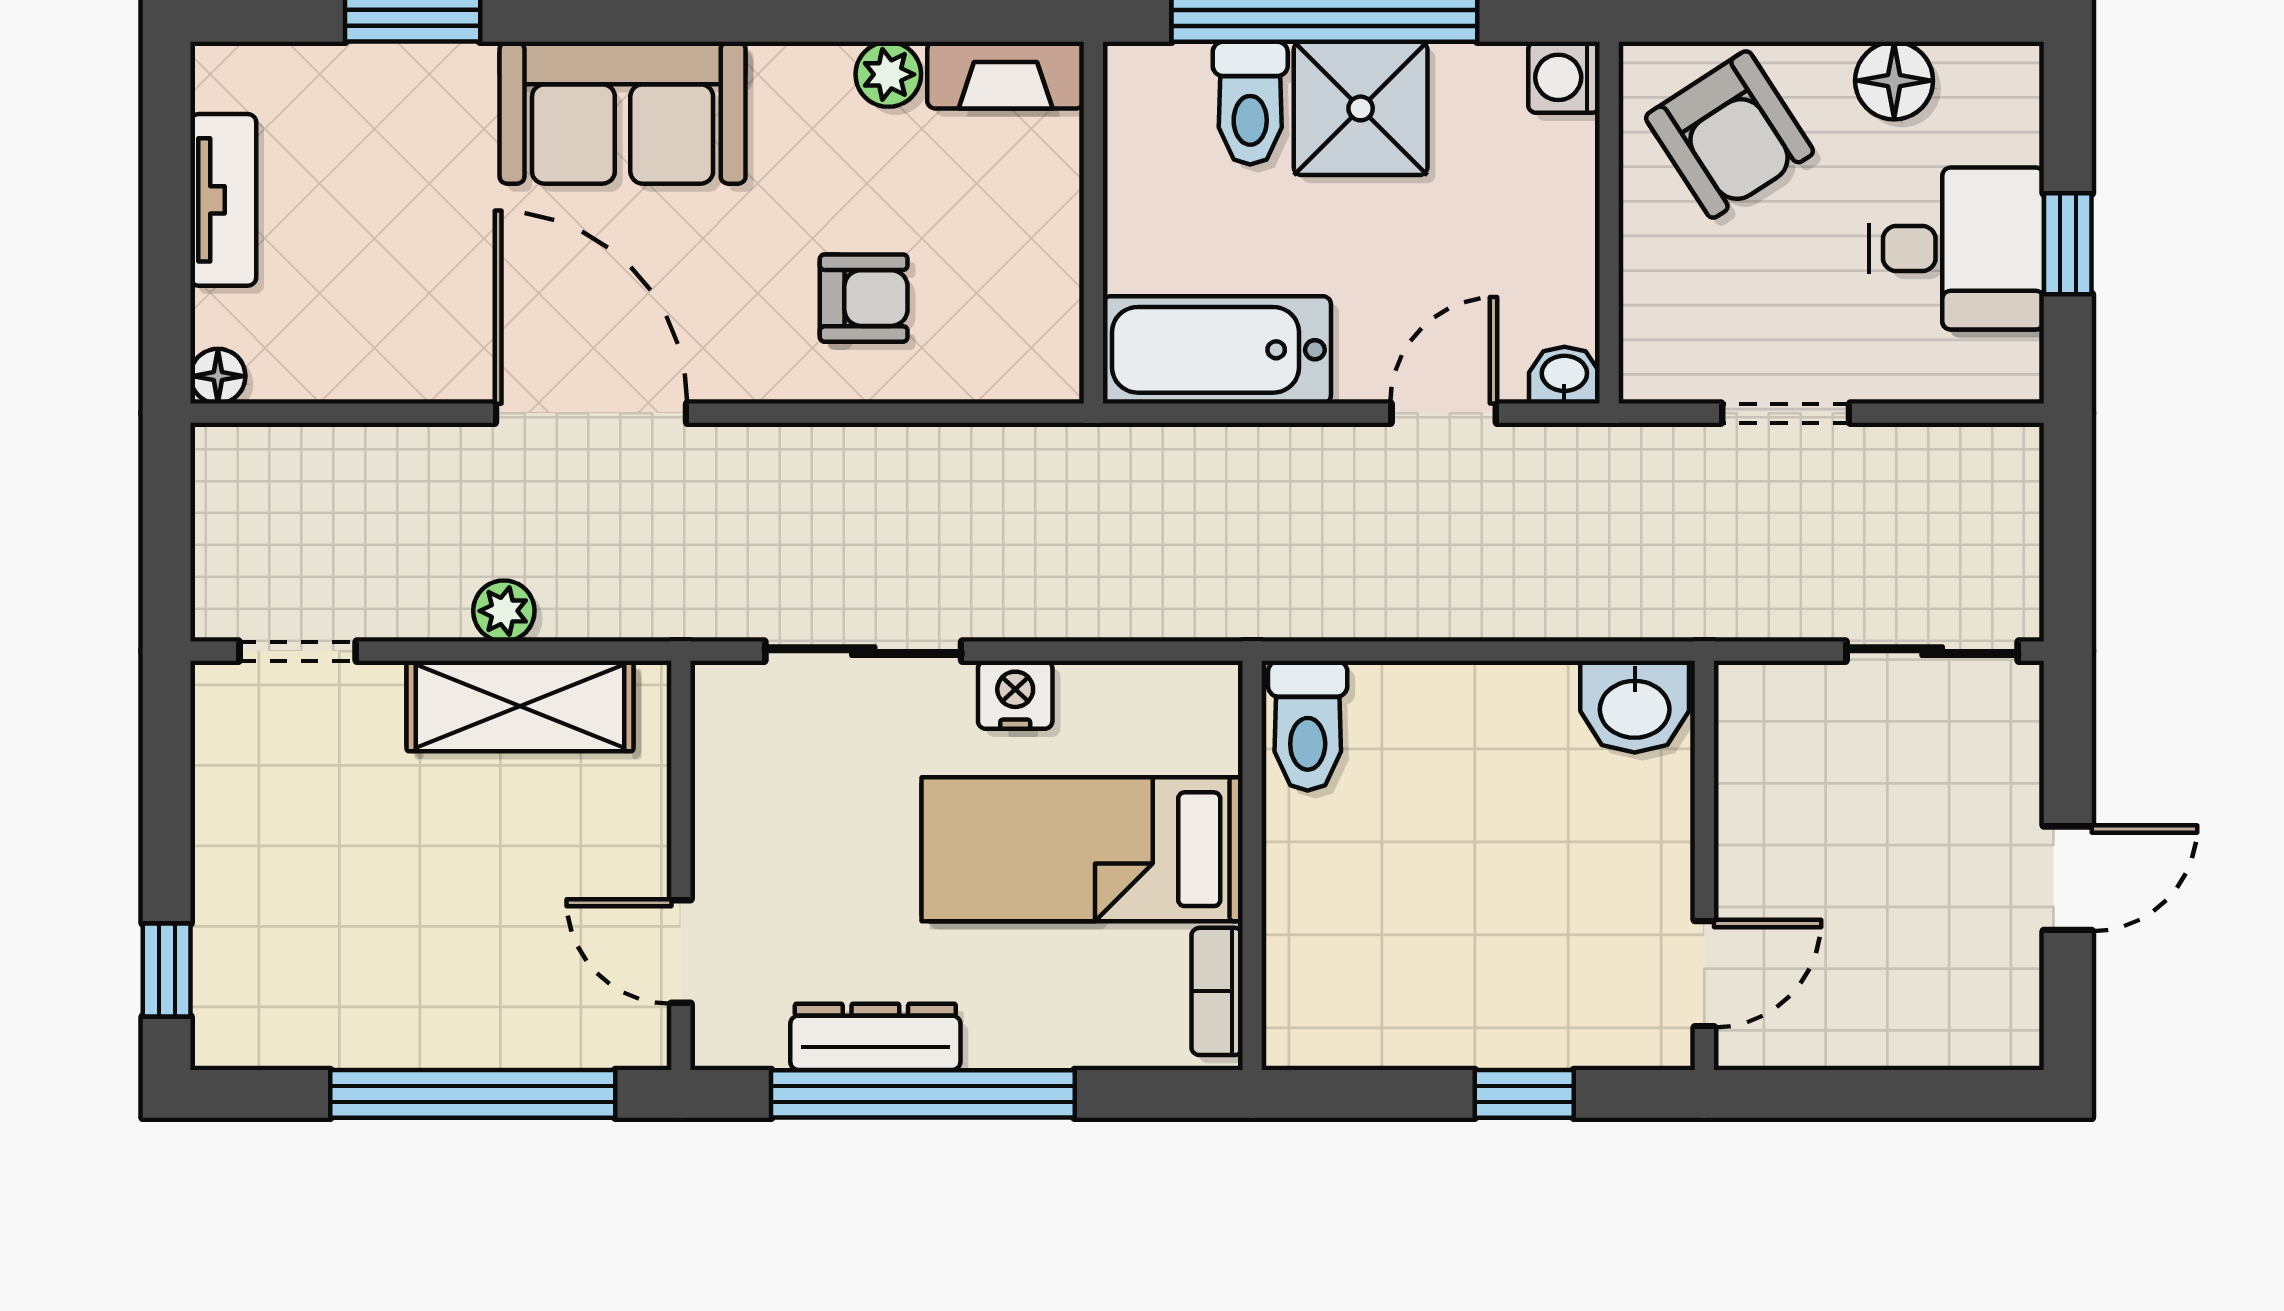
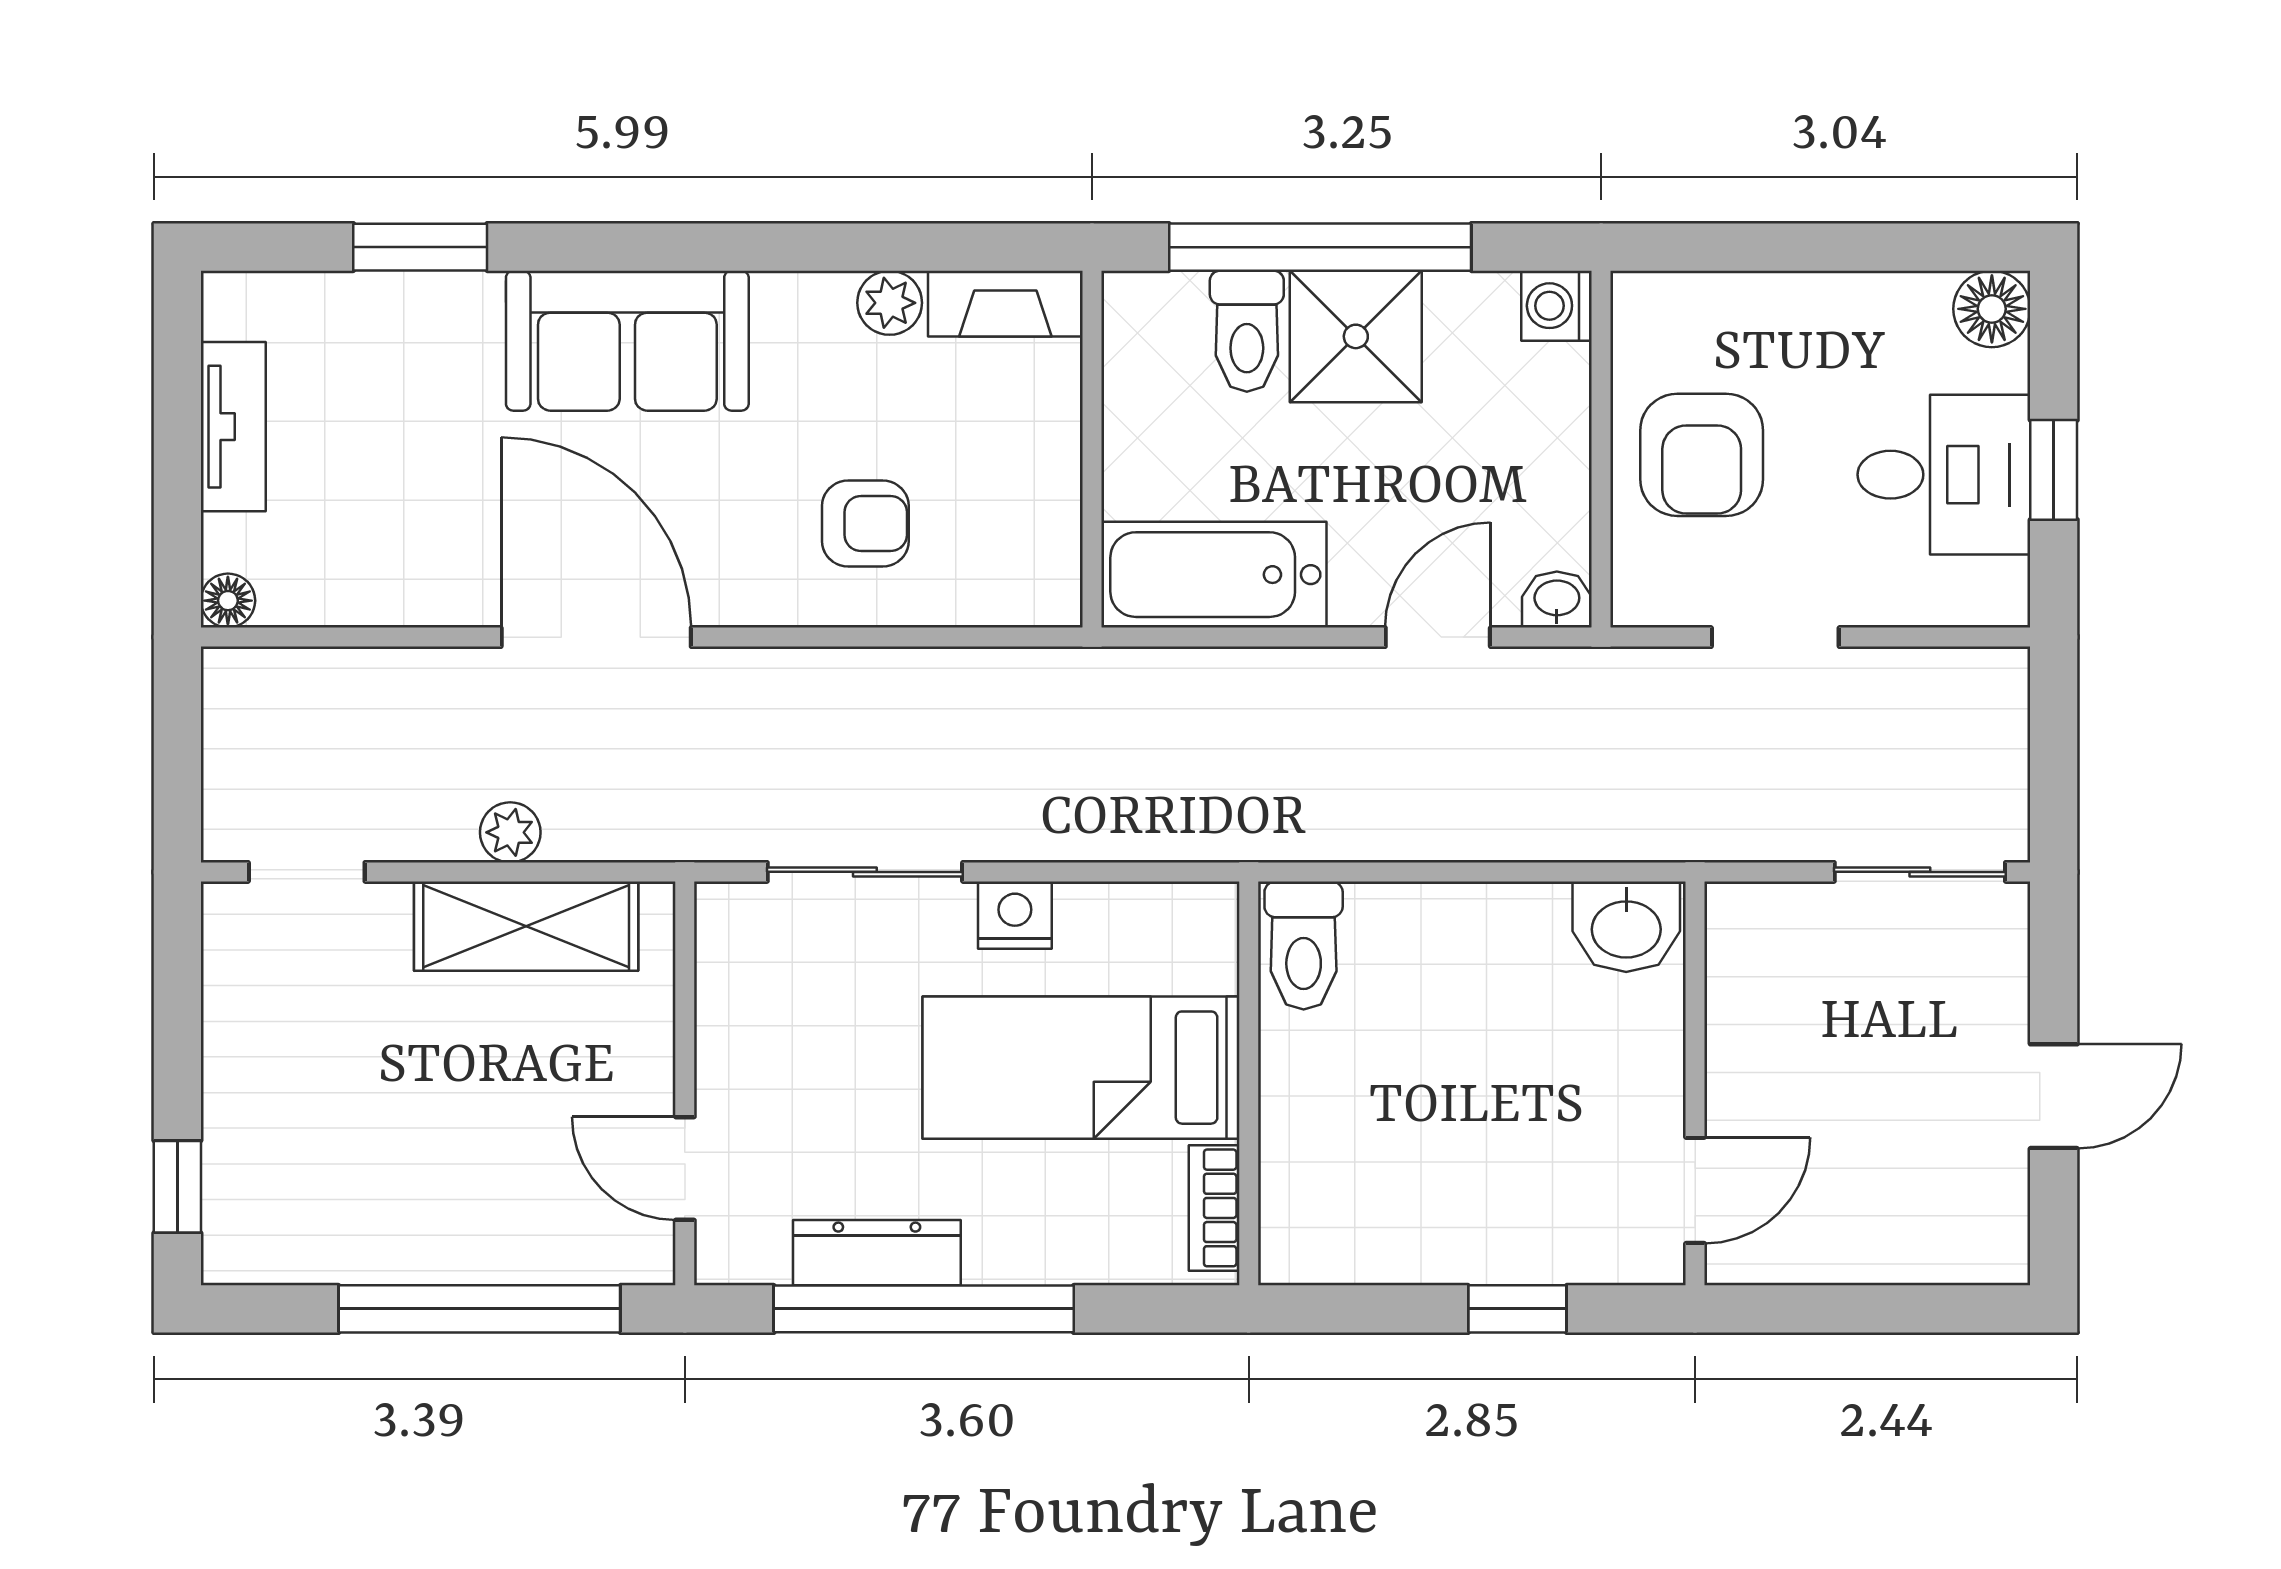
floor lamp: (1894, 81) -> (1992, 309), moved
armchair: (1729, 134) -> (1702, 455), moved, turned 33

